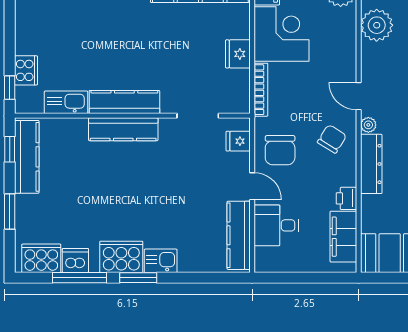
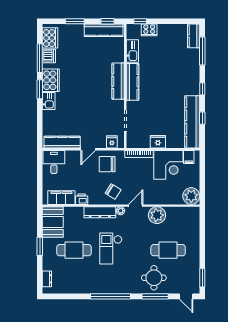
plant: (377, 25) -> (157, 215), moved
desk: (276, 225) -> (54, 162), moved

